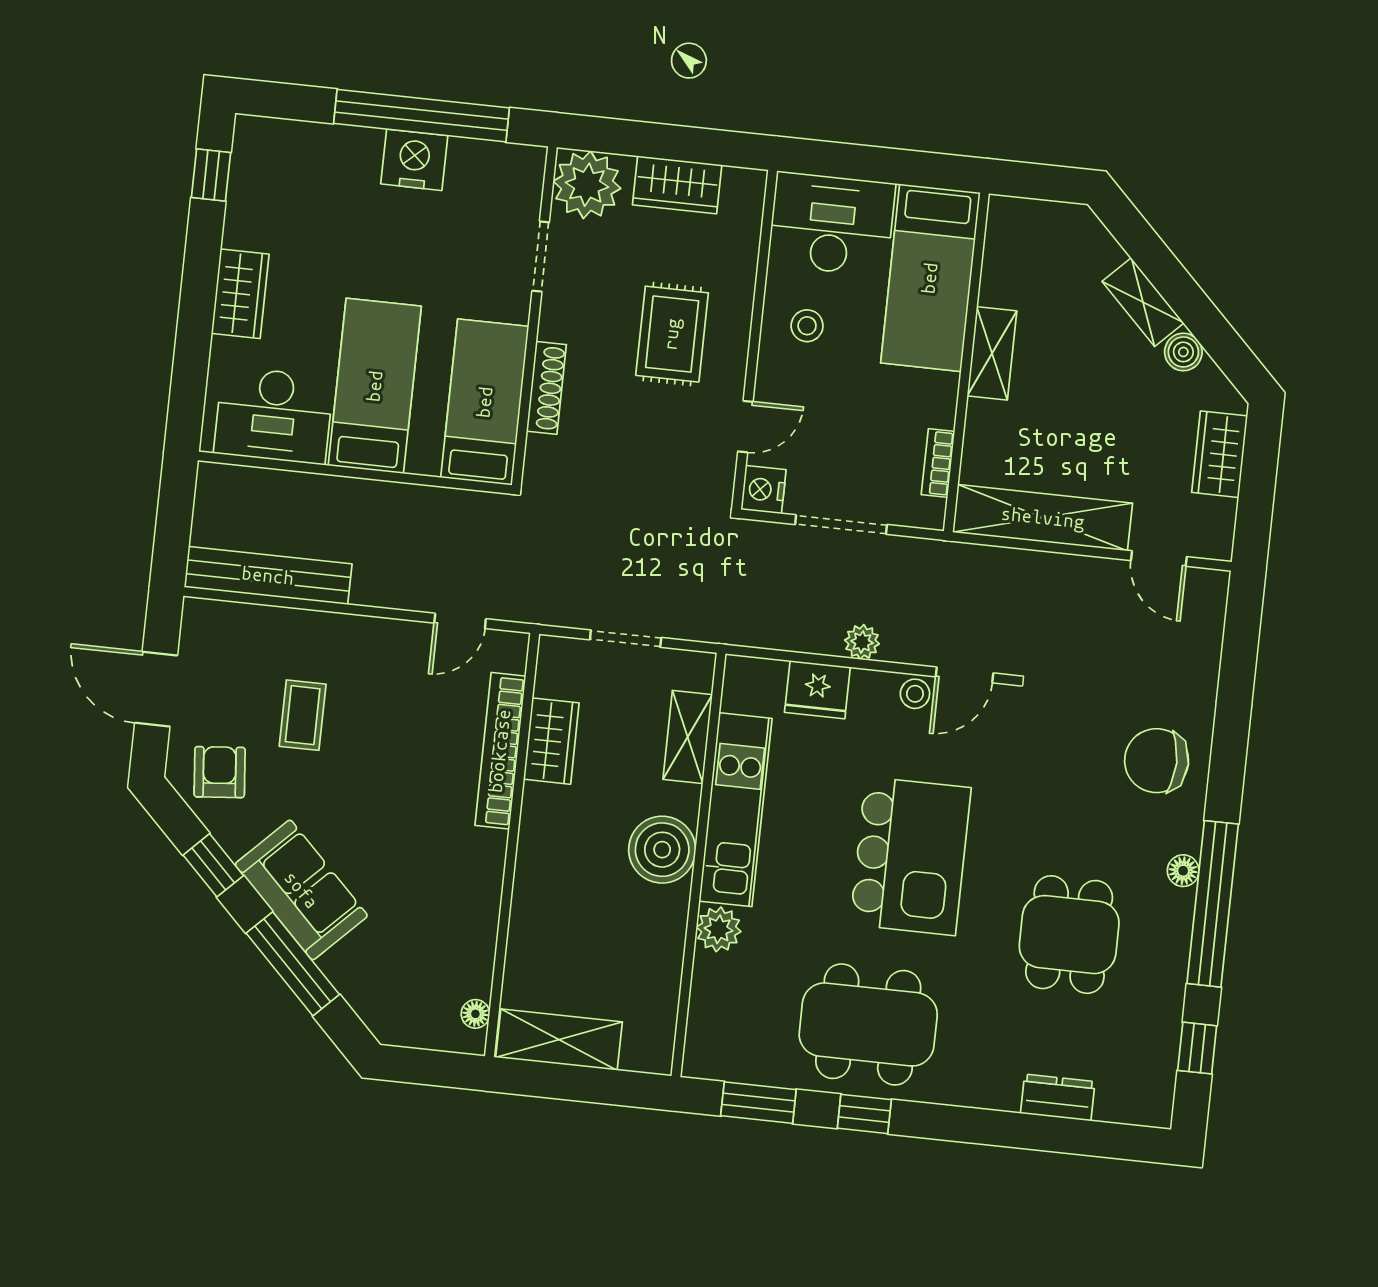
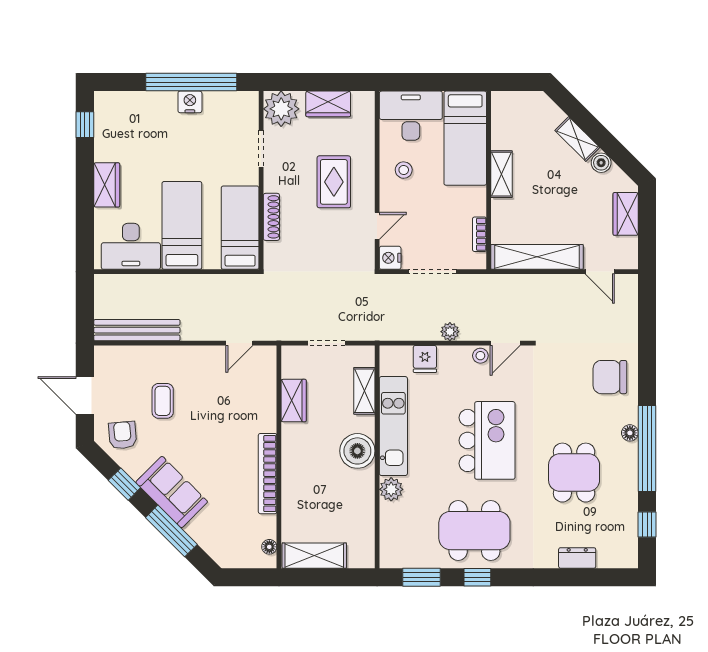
nightstand: (414, 160) -> (190, 102), width x0.74, depth x0.75
fridge: (817, 690) -> (425, 359), width x0.72
bookcase: (500, 751) -> (268, 474), moved

